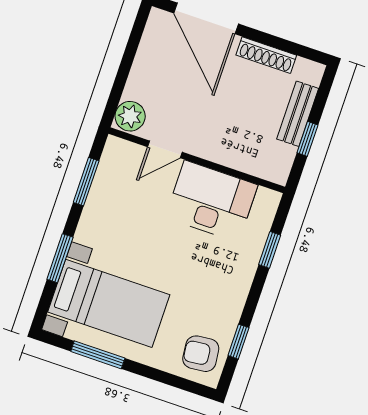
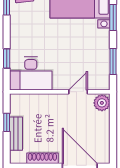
desk: (211, 201) -> (31, 73), moved

